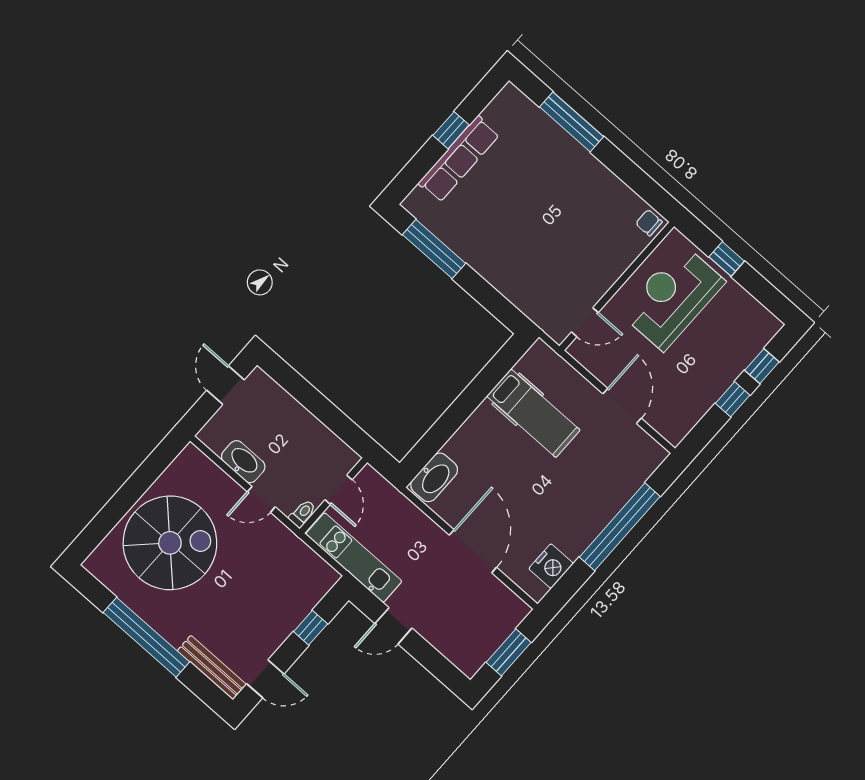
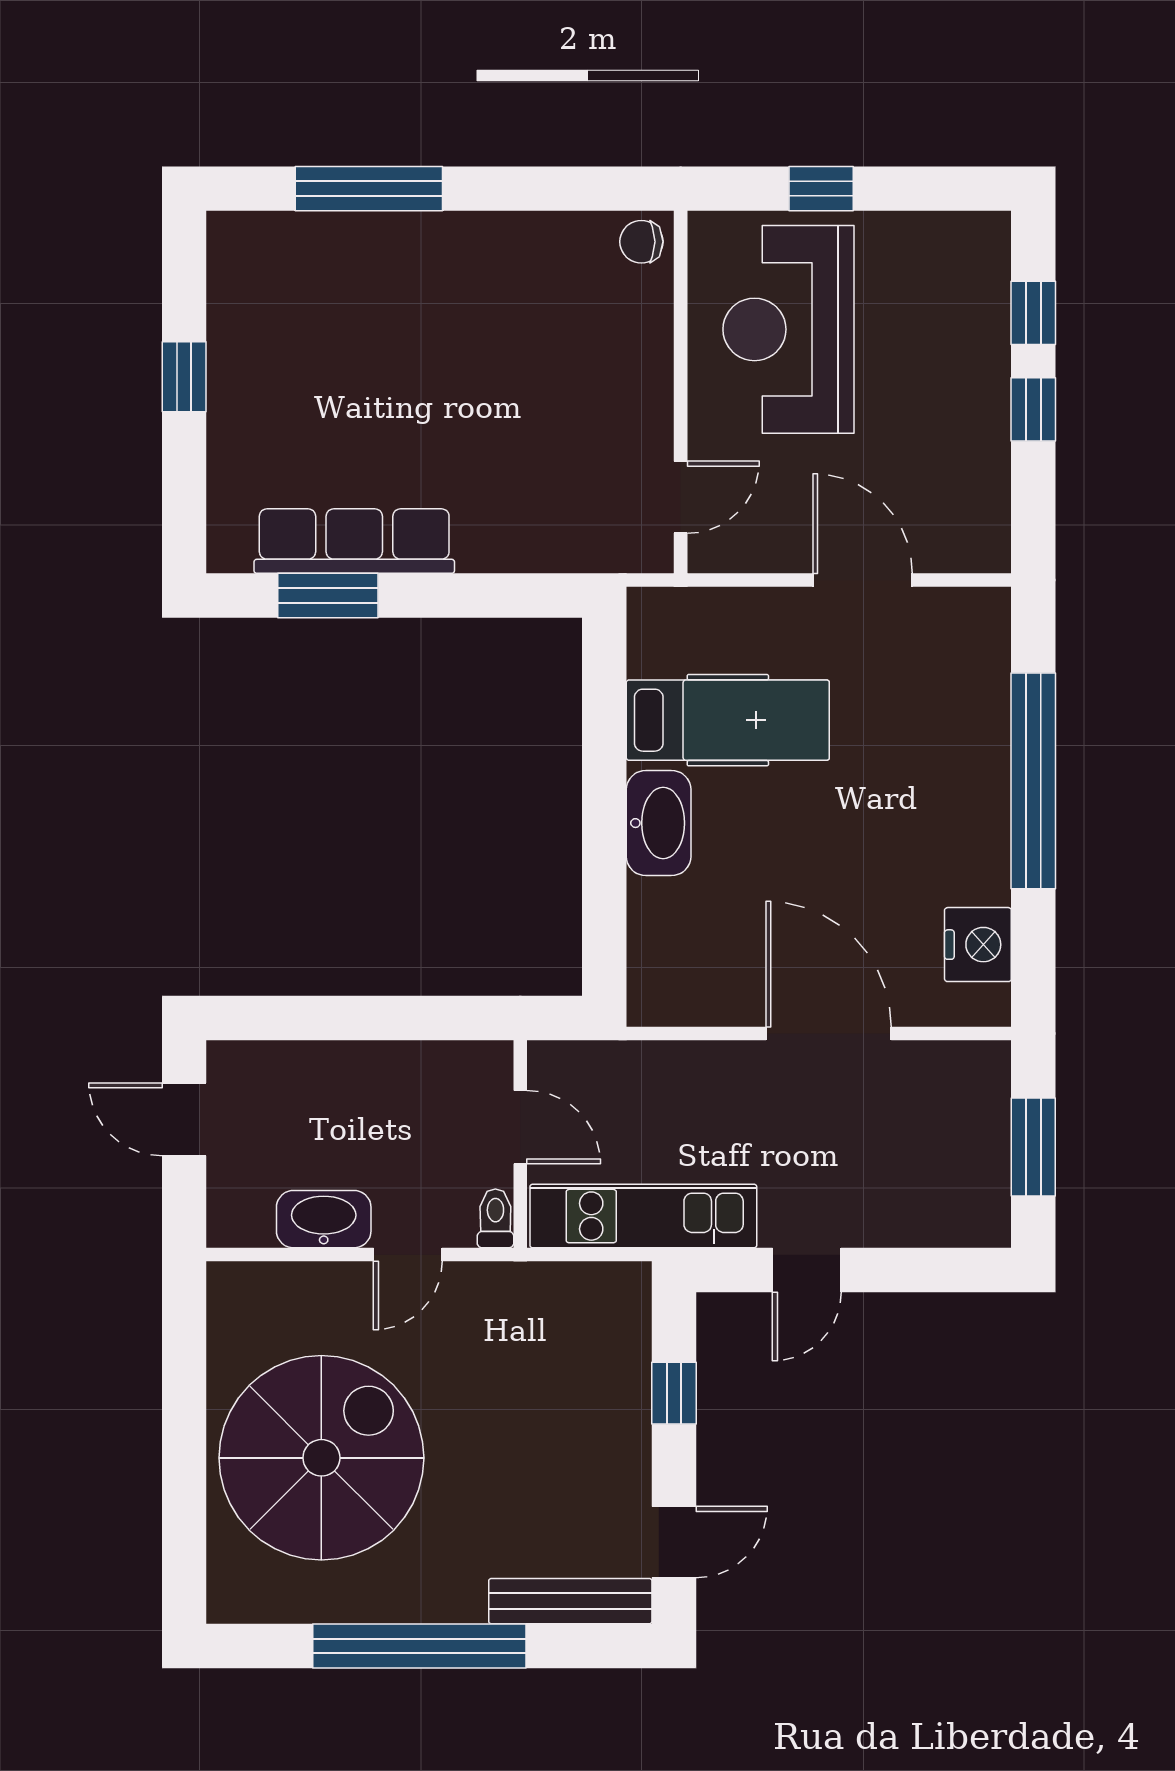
row of seats: (459, 159) -> (354, 541), moved, turned -90
window: (434, 249) -> (328, 596), width x0.69
washbasin: (434, 477) -> (659, 823), moved

